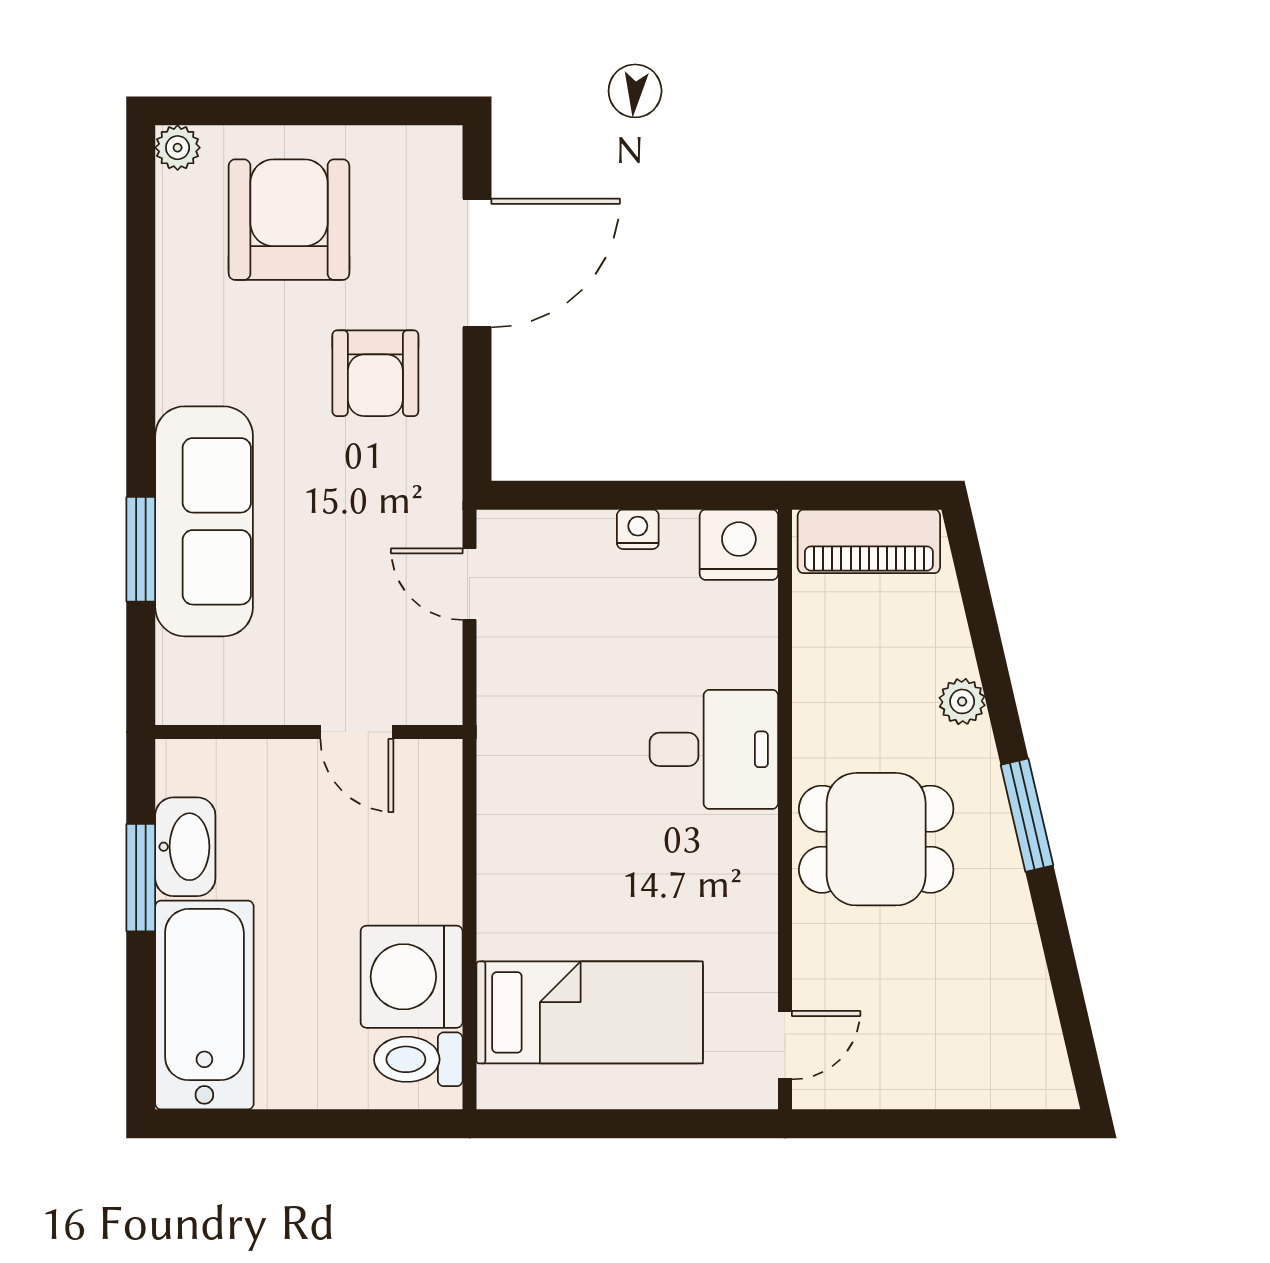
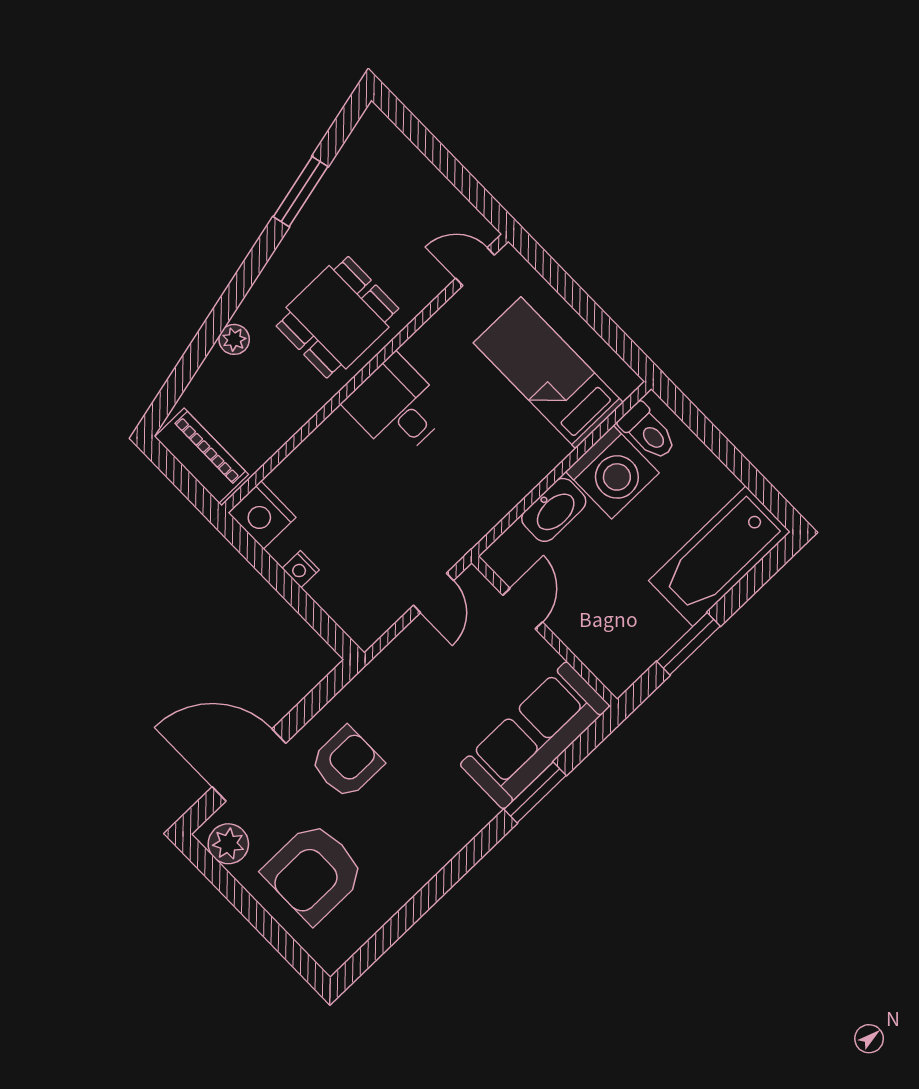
plant: (178, 148) -> (228, 844), moved, width x1.38, depth x1.38
sofa: (204, 521) -> (535, 735), moved
door: (469, 584) -> (433, 593), moved
desk: (714, 749) -> (397, 407), moved
window: (1027, 815) -> (301, 192), moved
dining table: (876, 839) -> (337, 317), turned 90
washbasin: (185, 847) -> (554, 510), moved, turned 180

